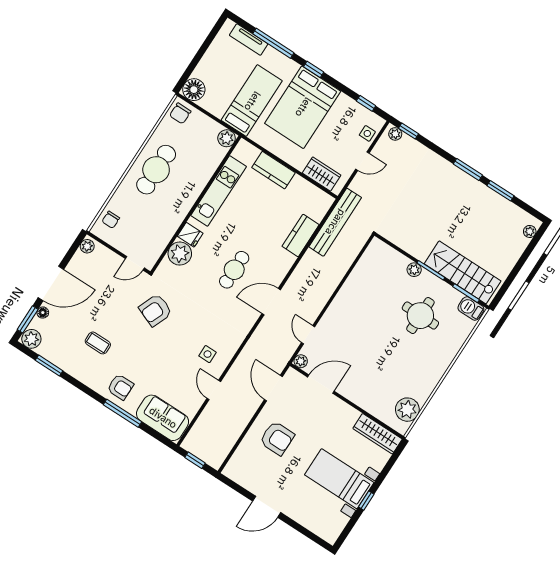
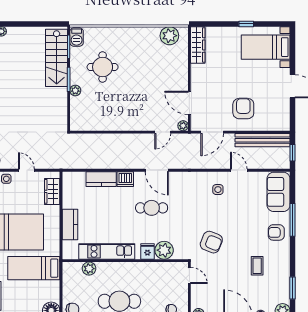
plant: (227, 138) -> (89, 269), moved
bench: (335, 222) -> (263, 140), moved
dishwasher: (284, 262) -> (125, 179), added
armchair: (120, 387) -> (276, 232), turned -90
door: (214, 390) -> (239, 170), swing flipped
bed with nightstands: (339, 479) -> (266, 47), moved, turned 90

